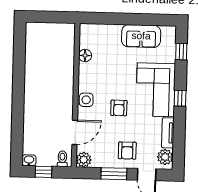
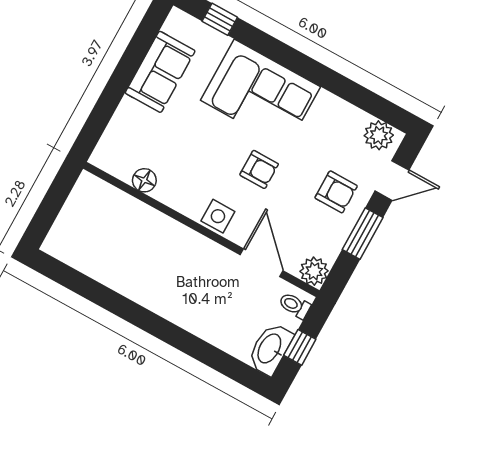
window: (180, 98) -> (295, 61), removed
tv unit: (168, 133) -> (342, 110), removed
washbasin: (29, 160) -> (270, 349), width x1.91, depth x1.45

